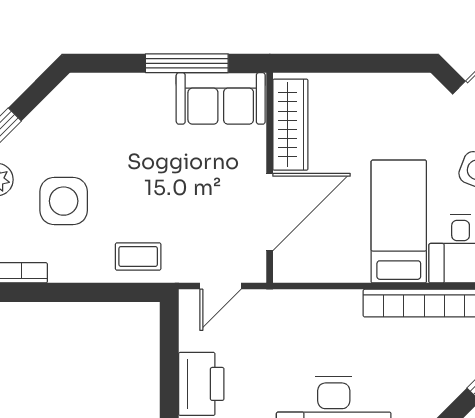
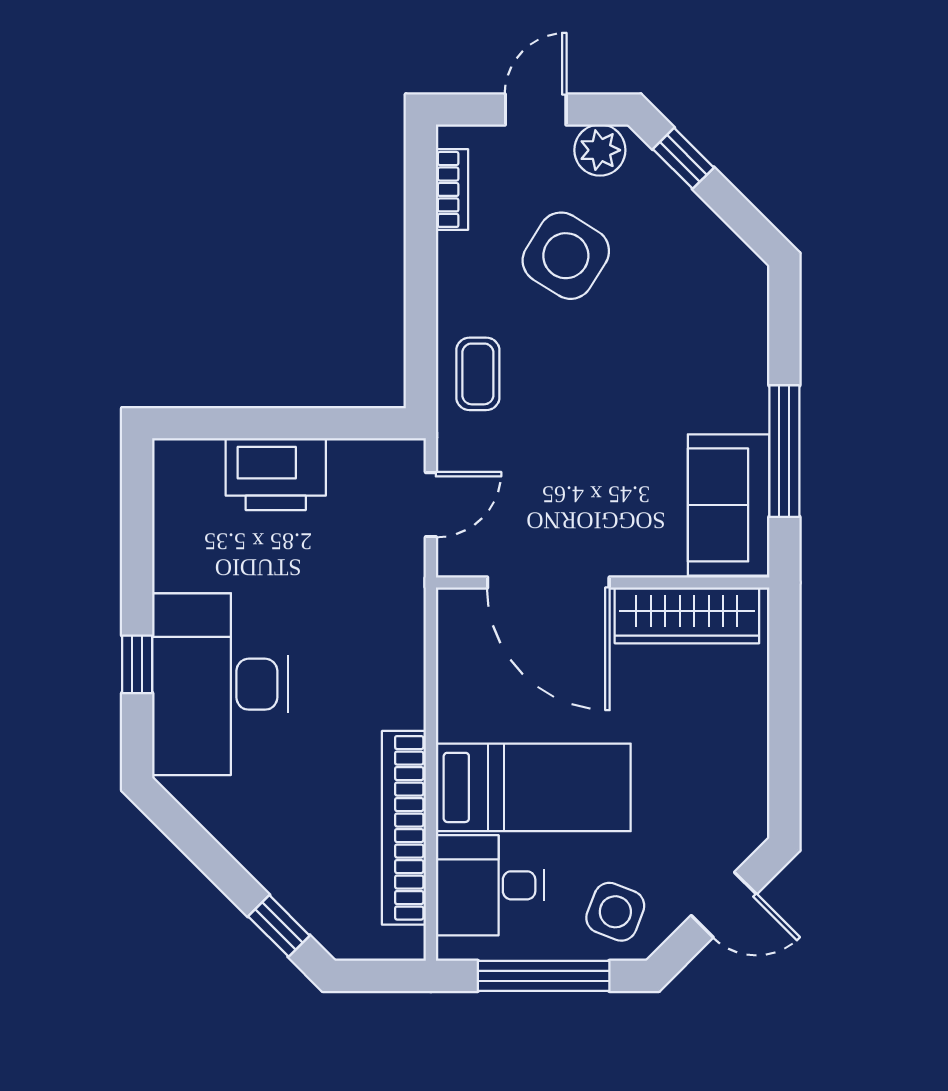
side table: (64, 201) -> (566, 256), turned 32
door: (221, 286) -> (431, 505), swing flipped

